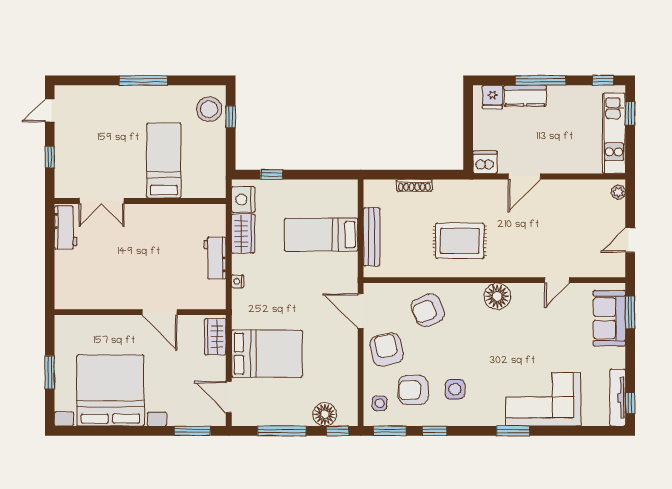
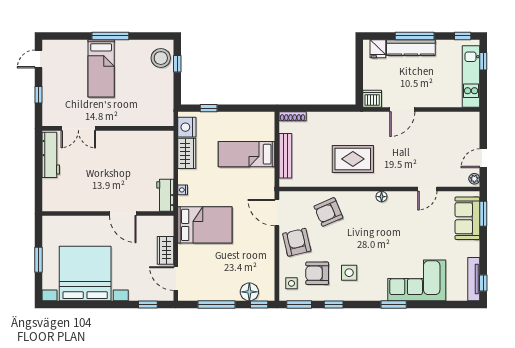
kitchen counter: (525, 96) -> (411, 48), width x1.50
bed: (164, 161) -> (101, 68), moved, turned 180
shoe rack: (414, 185) -> (293, 116), moved
plant: (618, 192) -> (474, 179), moved
workbench: (66, 228) -> (51, 155), width x1.38
workbench: (215, 258) -> (165, 195), moved
floor lamp: (497, 296) -> (382, 197), width x0.53, depth x0.53
wardrobe: (215, 337) -> (165, 250), moved
bed: (267, 354) -> (205, 225), moved
window: (192, 431) -> (148, 305), width x0.67

